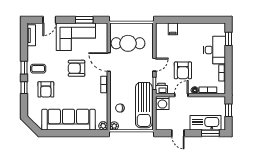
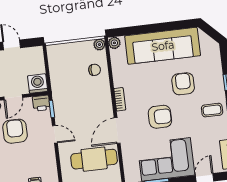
door: (109, 62) -> (117, 130), swing flipped
door: (154, 65) -> (55, 134), swing flipped
armchair: (46, 89) -> (183, 84), moved
sun lounger: (144, 105) -> (62, 78), removed

